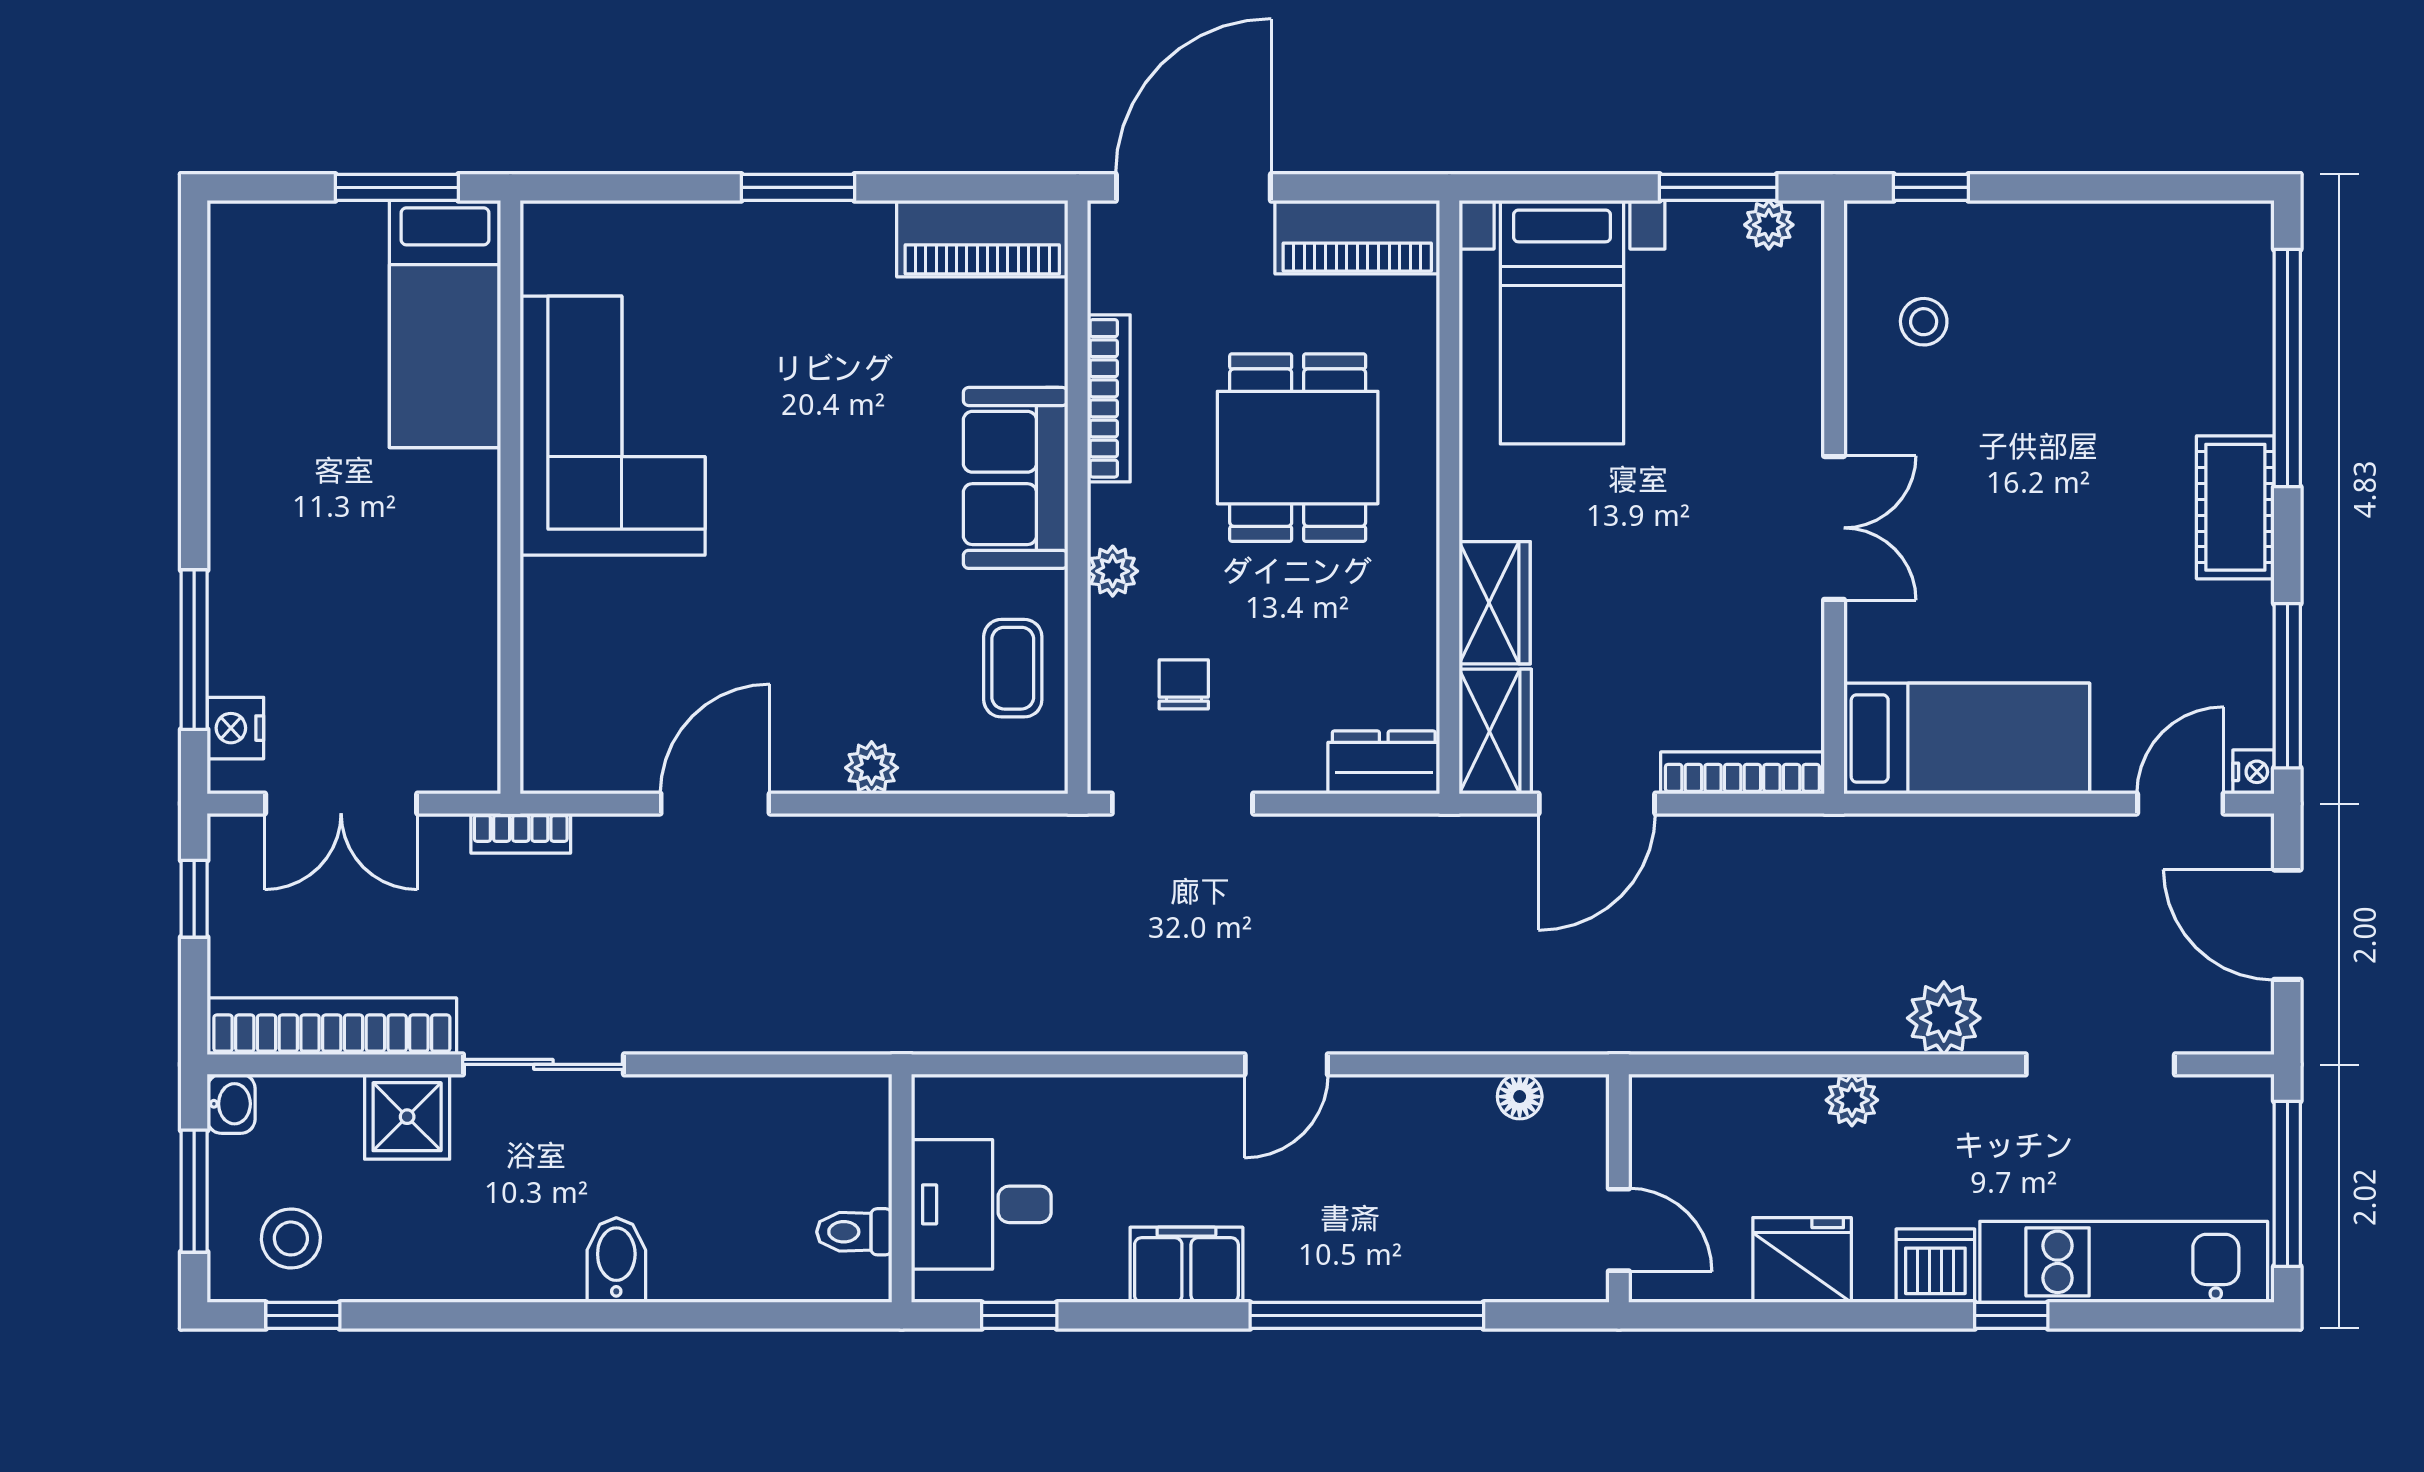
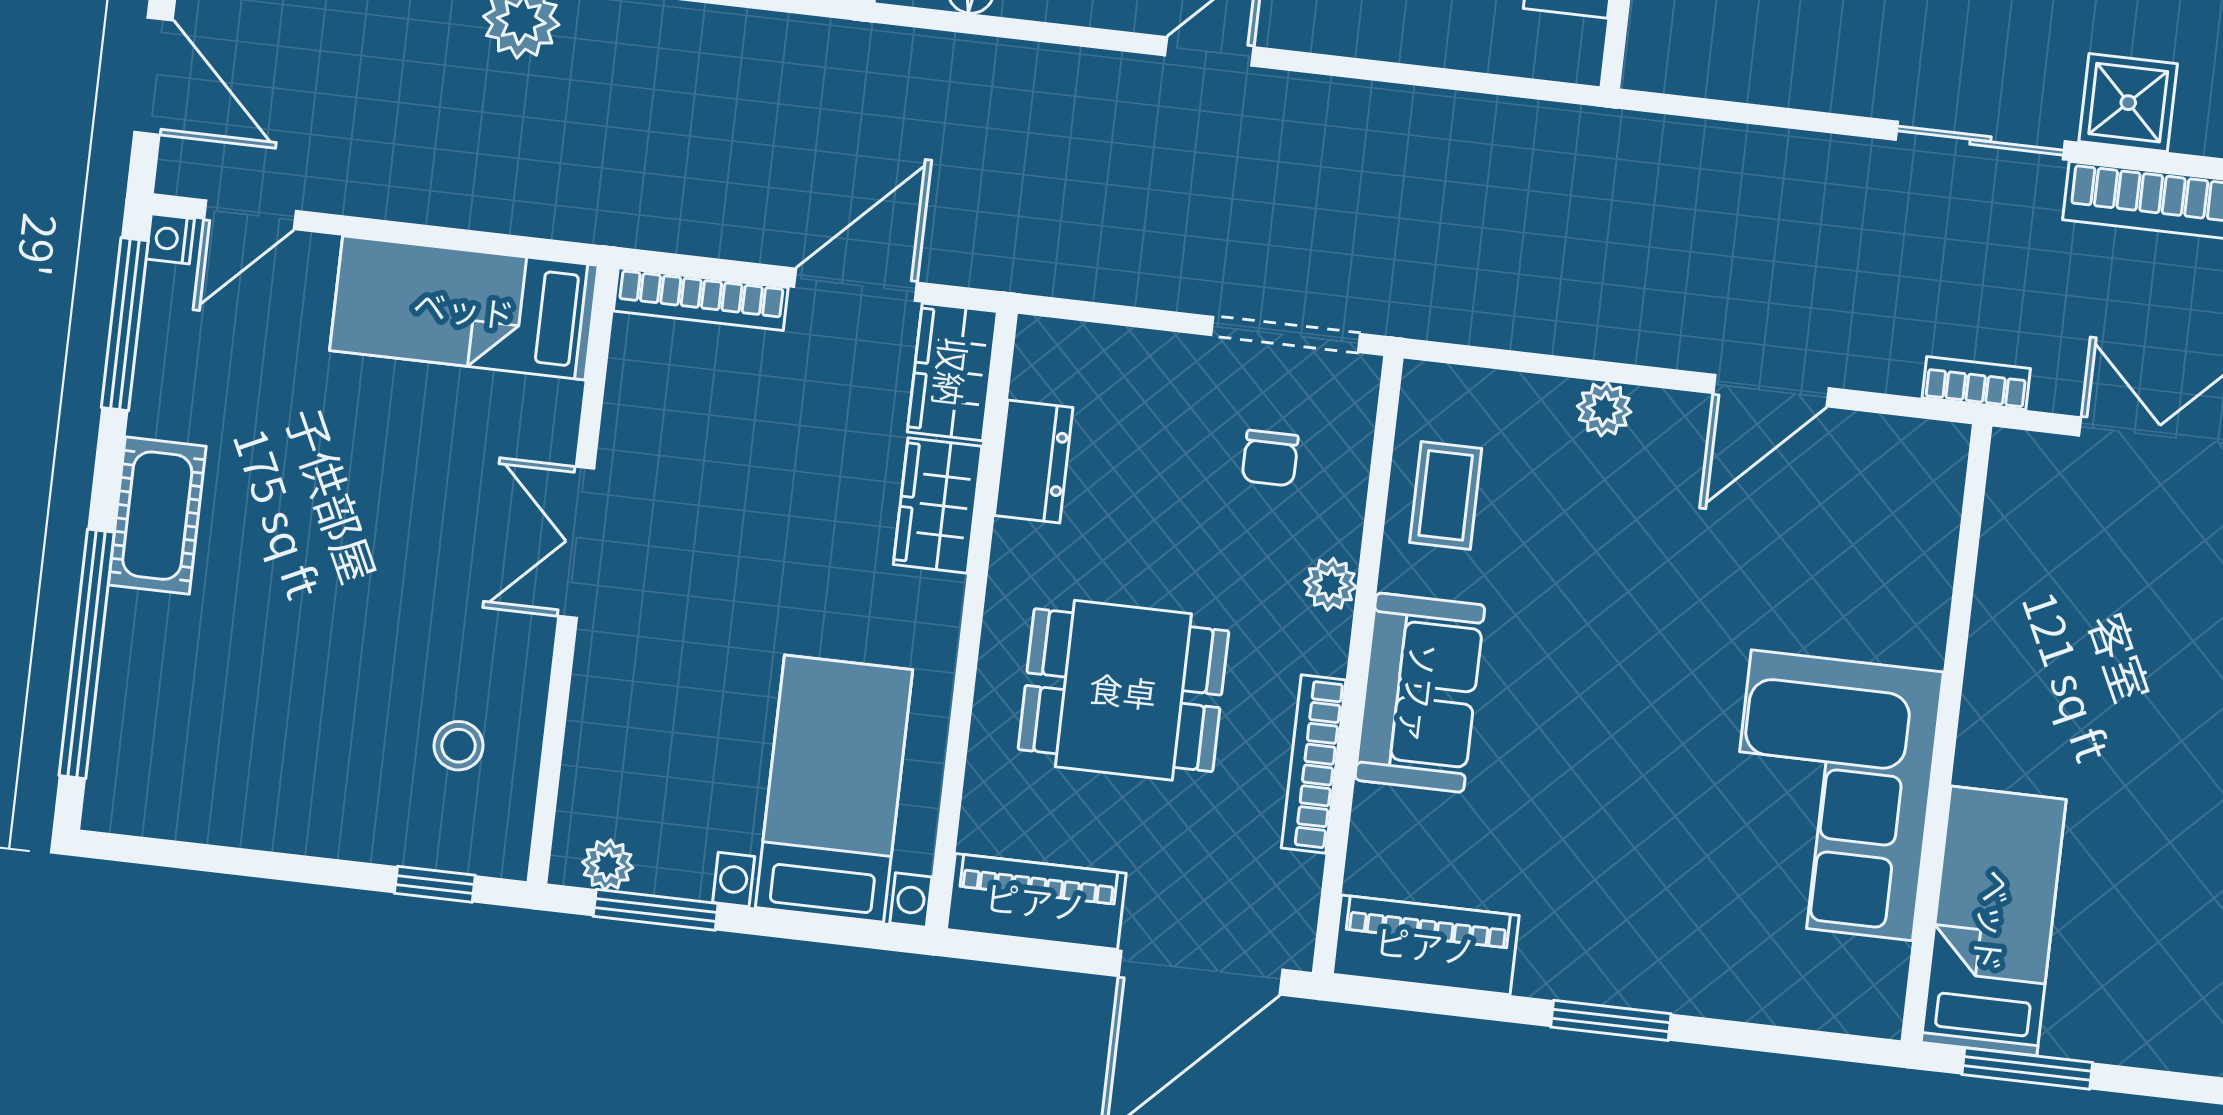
dining table: (1298, 448) -> (1123, 690), turned 90
dresser: (1384, 762) -> (1034, 462), moved, turned -90

